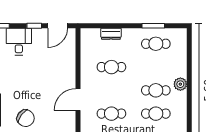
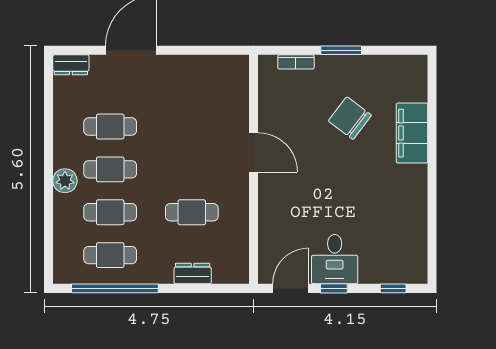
window: (153, 26) -> (115, 288), width x2.11
desk: (19, 42) -> (335, 259), moved
door: (78, 100) -> (253, 152), hinge flipped
cafe table: (111, 114) -> (110, 212), moved

